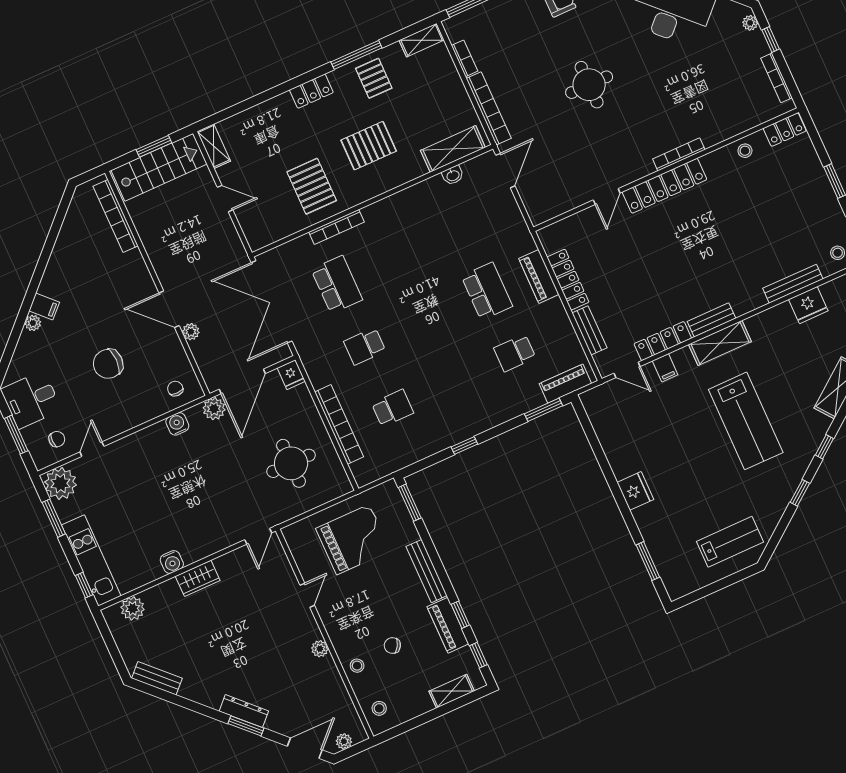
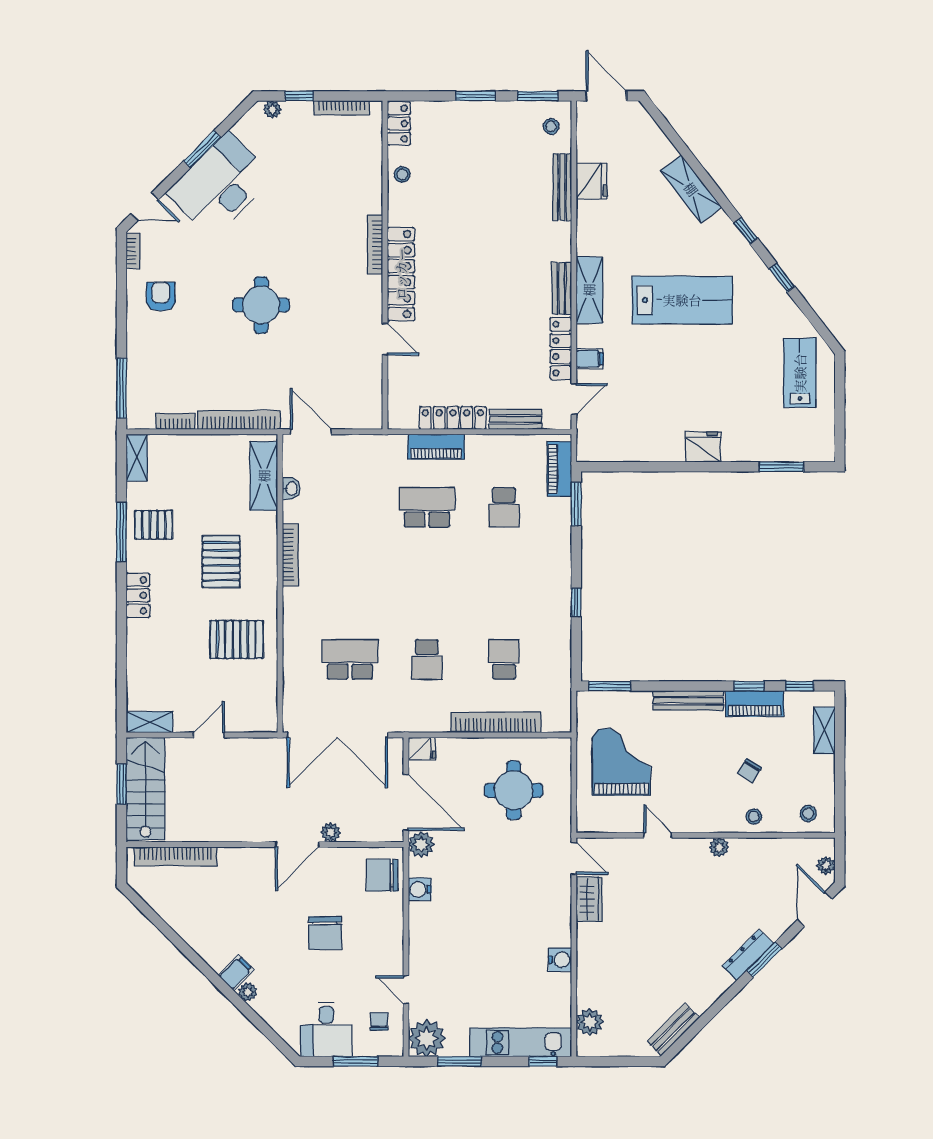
bookcase: (337, 227) -> (290, 555), moved
chair: (175, 389) -> (382, 875), width x1.87, depth x1.87
wardrobe: (198, 578) -> (589, 899), moved

